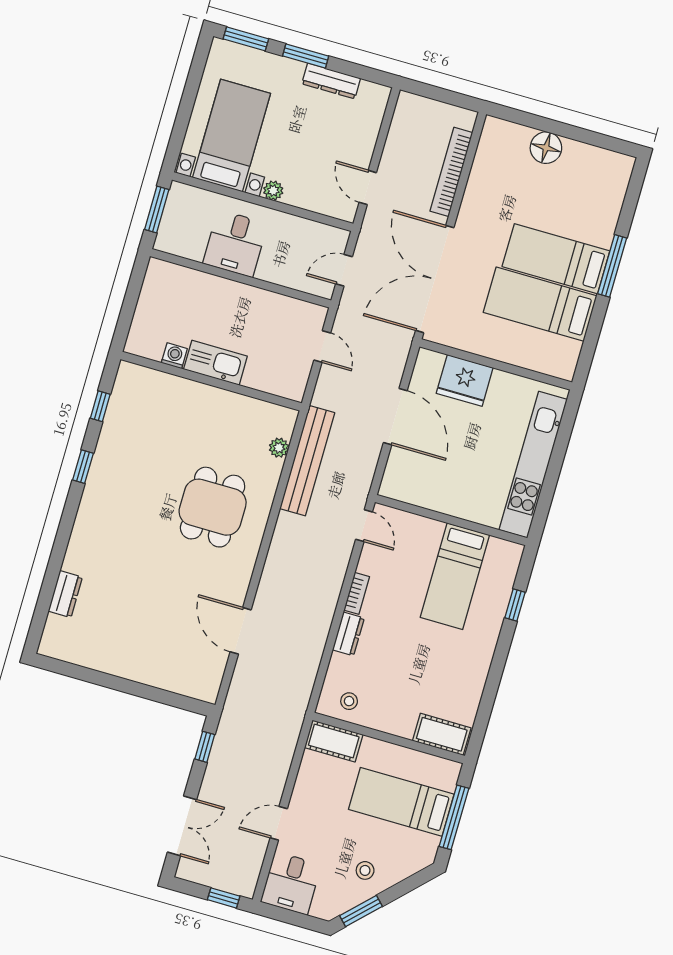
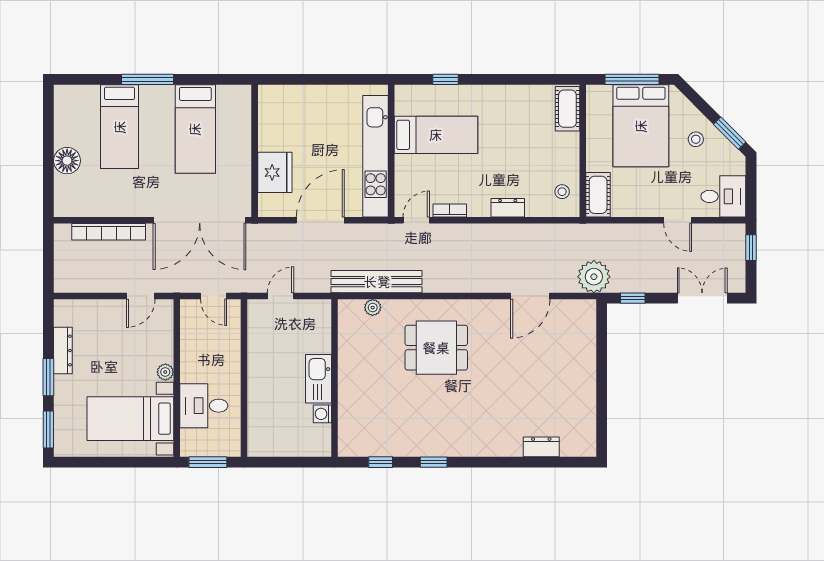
desk: (235, 243) -> (204, 406), moved, turned 180
bed: (556, 259) -> (120, 127), moved
kitchen unit: (533, 465) -> (376, 156), moved, turned 90
bookcase: (357, 593) -> (450, 211), moved
plant: (242, 710) -> (594, 277), added
bed: (401, 802) -> (641, 126), width x1.50

